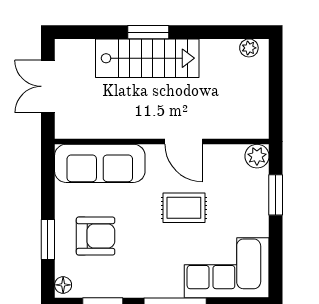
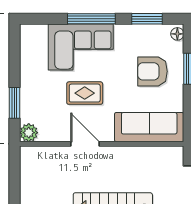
corner sofa: (227, 268) -> (81, 47), moved

